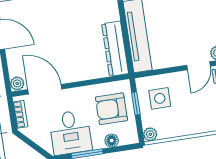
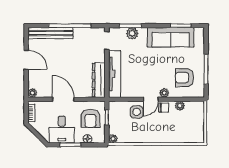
door: (45, 89) -> (63, 99), moved
side table: (160, 98) -> (137, 112), moved
armchair: (111, 109) -> (91, 118), turned -90

